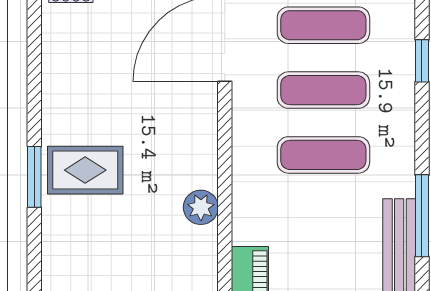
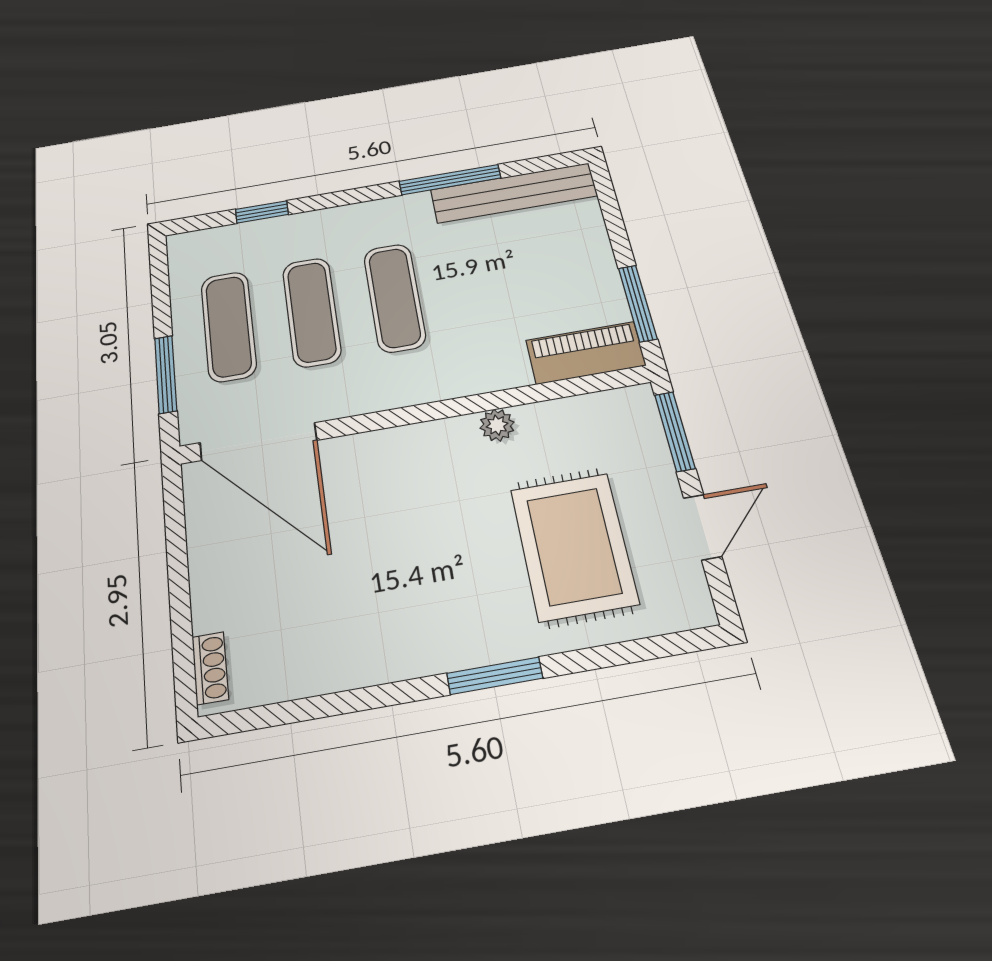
rug: (85, 170) -> (574, 546), moved, width x1.36, depth x1.43
plant: (201, 207) -> (497, 425), width x0.73, depth x0.73

